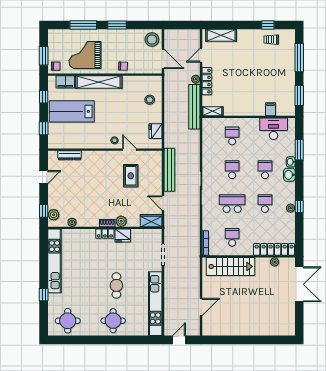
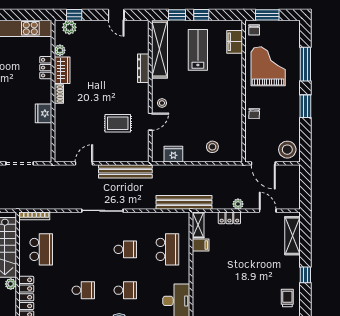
window: (268, 25) -> (305, 275), moved
door: (163, 59) -> (263, 163), hinge flipped
locker: (207, 81) -> (229, 218), width x0.66
shelving: (99, 82) -> (160, 49), moved
window: (44, 97) -> (201, 15), moved
bench: (194, 107) -> (184, 202), moved
filing cabinet: (271, 109) -> (201, 245), moved
lab bench: (72, 111) -> (198, 50), width x0.73, depth x0.72
school desk: (232, 136) -> (167, 249), width x1.85
dresser: (70, 155) -> (143, 68), moved
school desk: (232, 204) -> (83, 249), removed
plant: (121, 221) -> (61, 111), removed
wardrobe: (151, 221) -> (62, 70), moved
locker: (105, 234) -> (46, 68), moved
school desk: (232, 237) -> (41, 249), width x1.85
plant: (275, 262) -> (11, 284), moved

